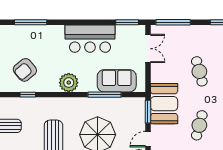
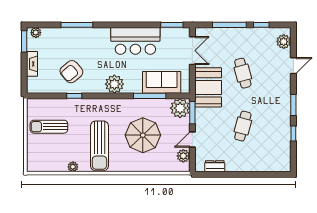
window: (173, 22) -> (229, 25), moved
booth: (164, 104) -> (208, 87), moved
plant: (135, 107) -> (180, 108), added

